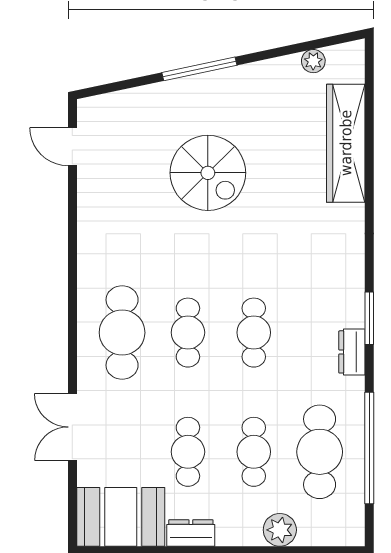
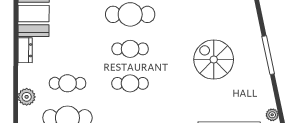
spiral stairs: (208, 173) -> (214, 59), turned 90
cafe table: (188, 452) -> (68, 49), removed

